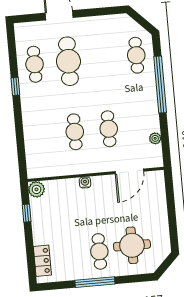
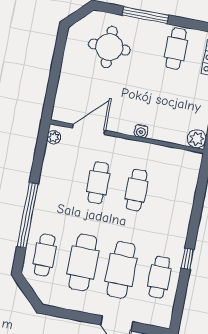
cafe table: (102, 58) -> (83, 262), added
plant: (155, 138) -> (54, 137), moved
cafe table: (99, 251) -> (176, 49), moved
window: (95, 282) -> (145, 15), moved

